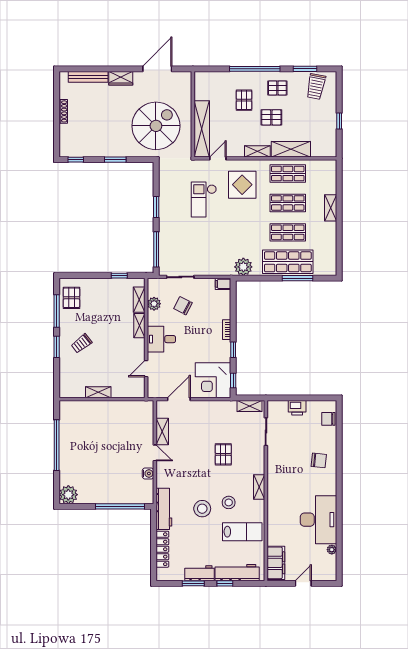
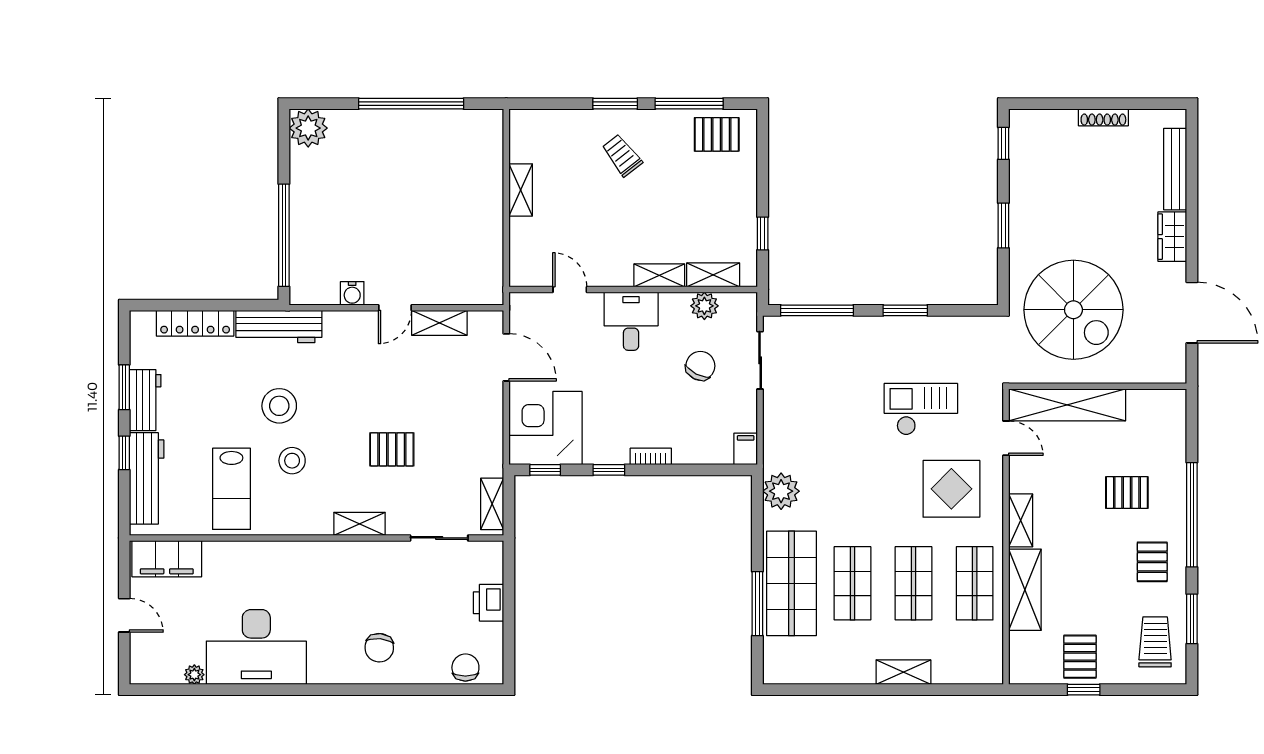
trolley: (316, 87) -> (1155, 642), turned 79
pallet: (271, 117) -> (1080, 657), moved
shelving: (259, 487) -> (359, 524), moved

